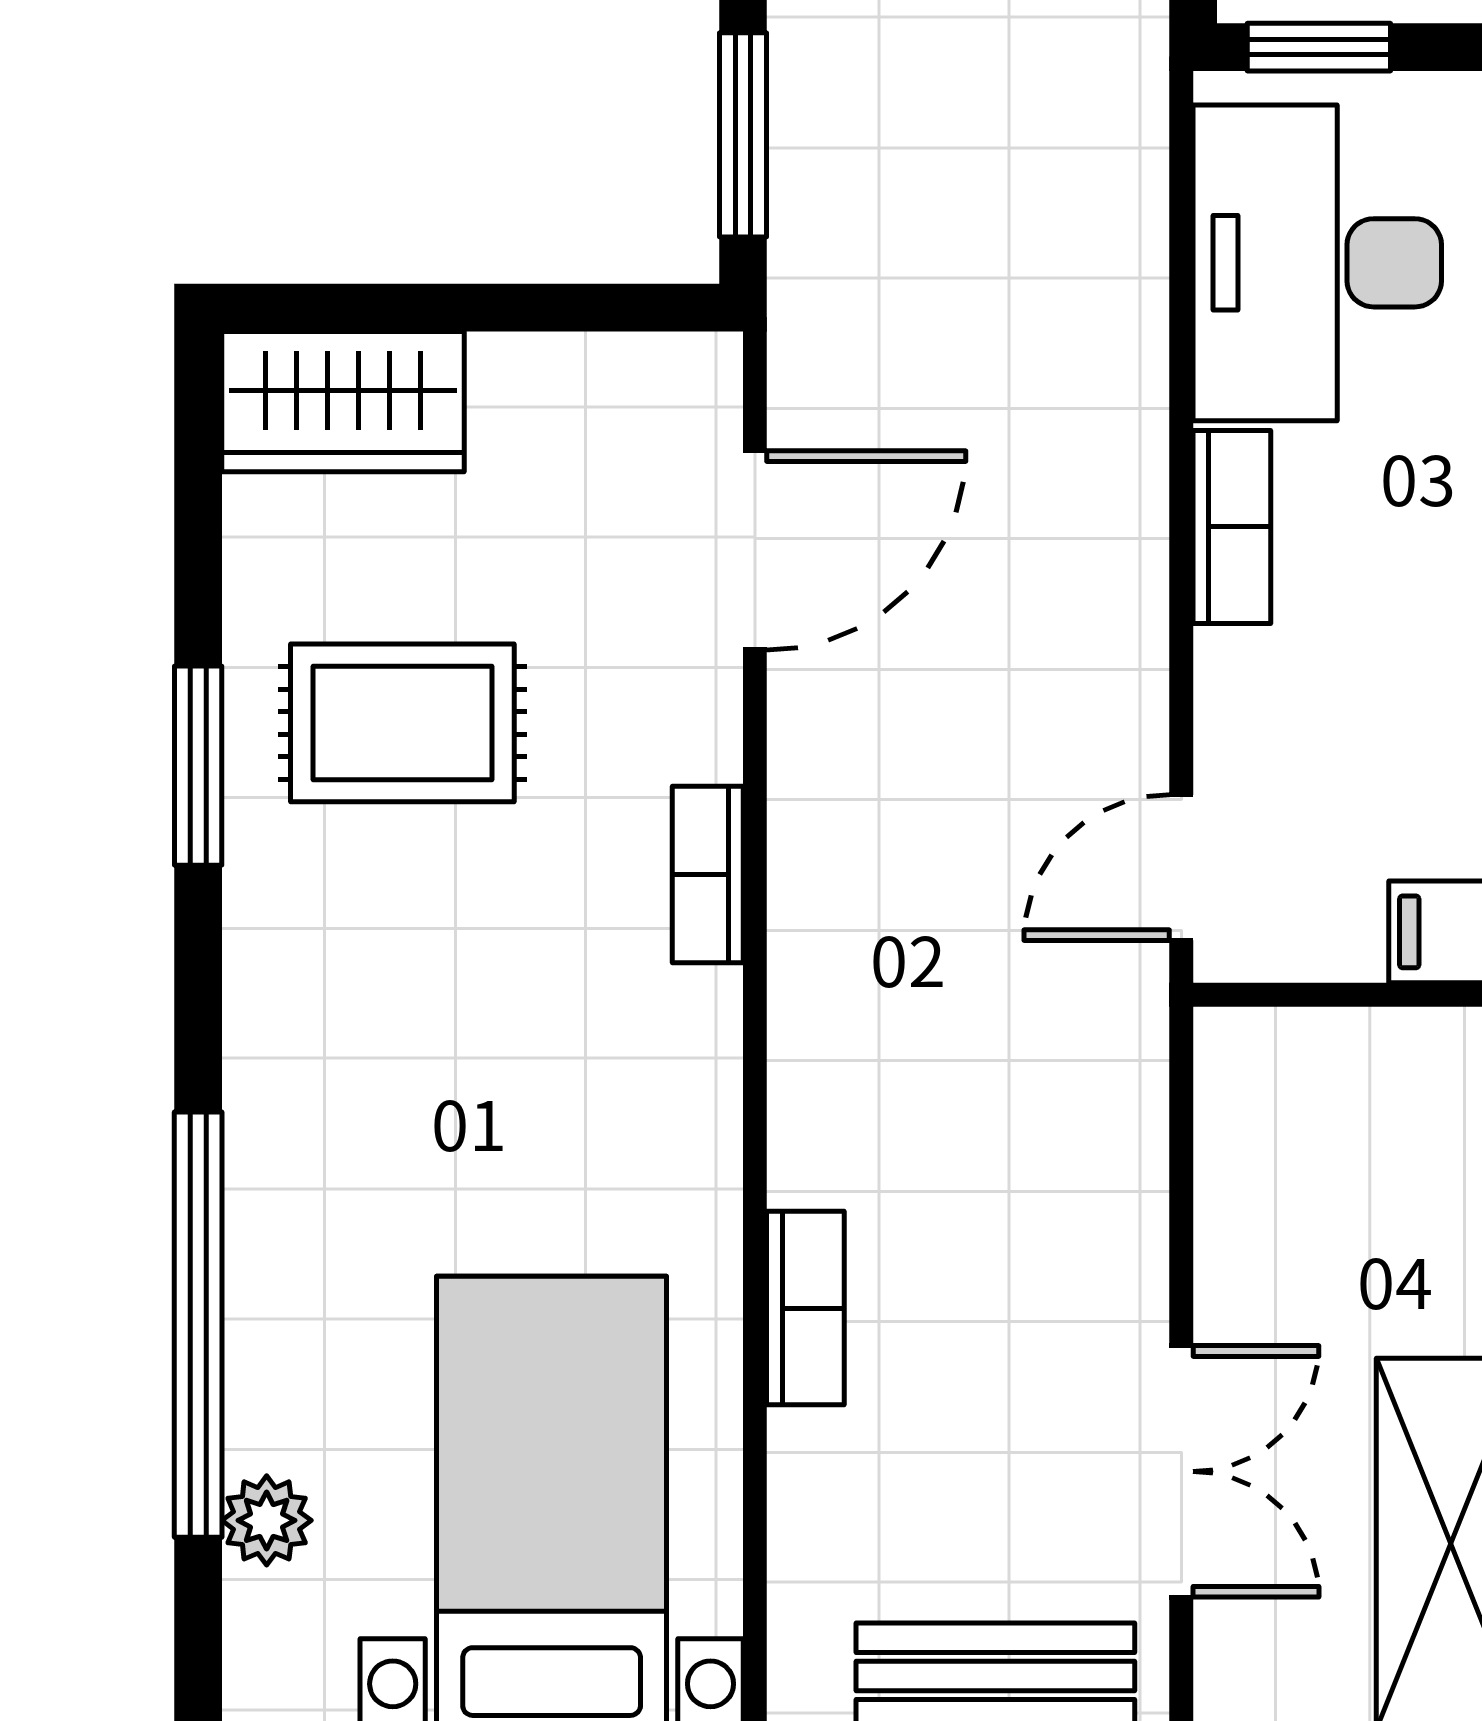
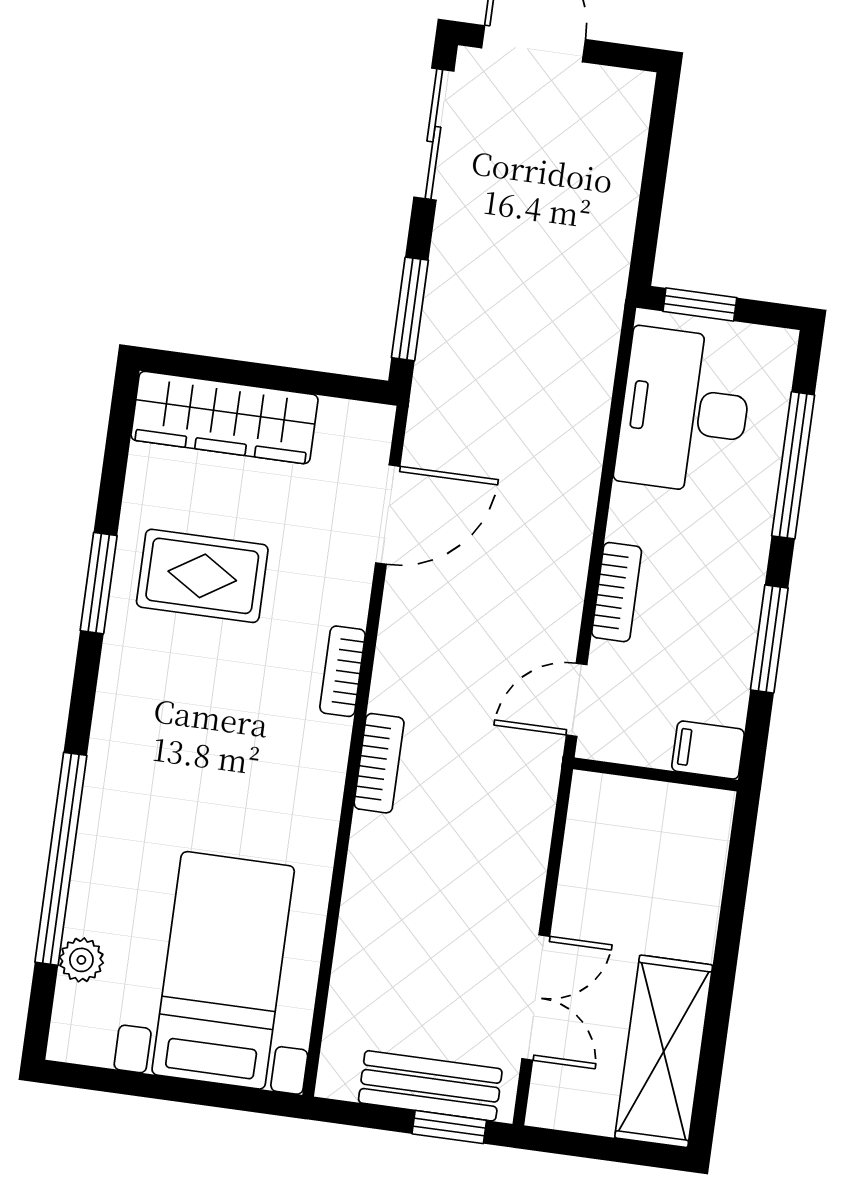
wardrobe: (343, 402) -> (224, 417), width x1.50
bookcase: (1232, 527) -> (617, 592), moved
bookcase: (805, 1308) -> (379, 763), moved

